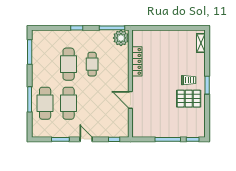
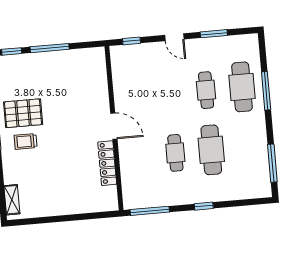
plant: (121, 38) -> (135, 197), removed
door: (130, 100) -> (114, 126), moved
cafe table: (69, 103) -> (206, 90), width x0.73, depth x0.74

